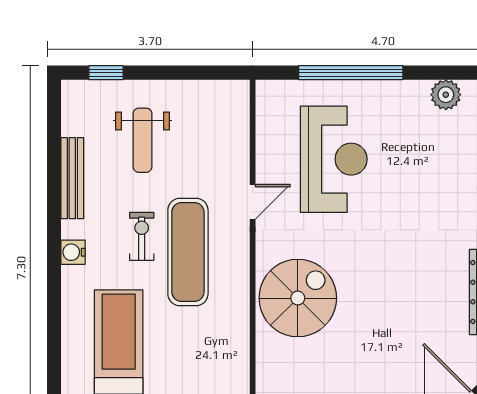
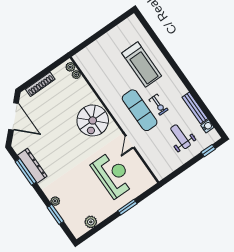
window: (351, 73) -> (127, 207), width x0.47
reception desk: (334, 159) -> (113, 175), turned 180
water cooler: (73, 252) -> (207, 126), moved

